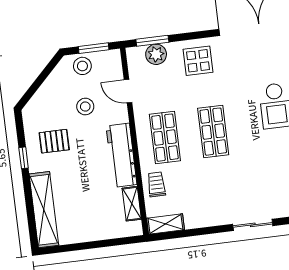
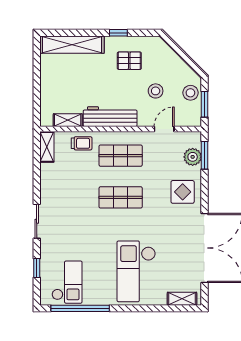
pallet: (54, 141) -> (129, 61), turned 90

